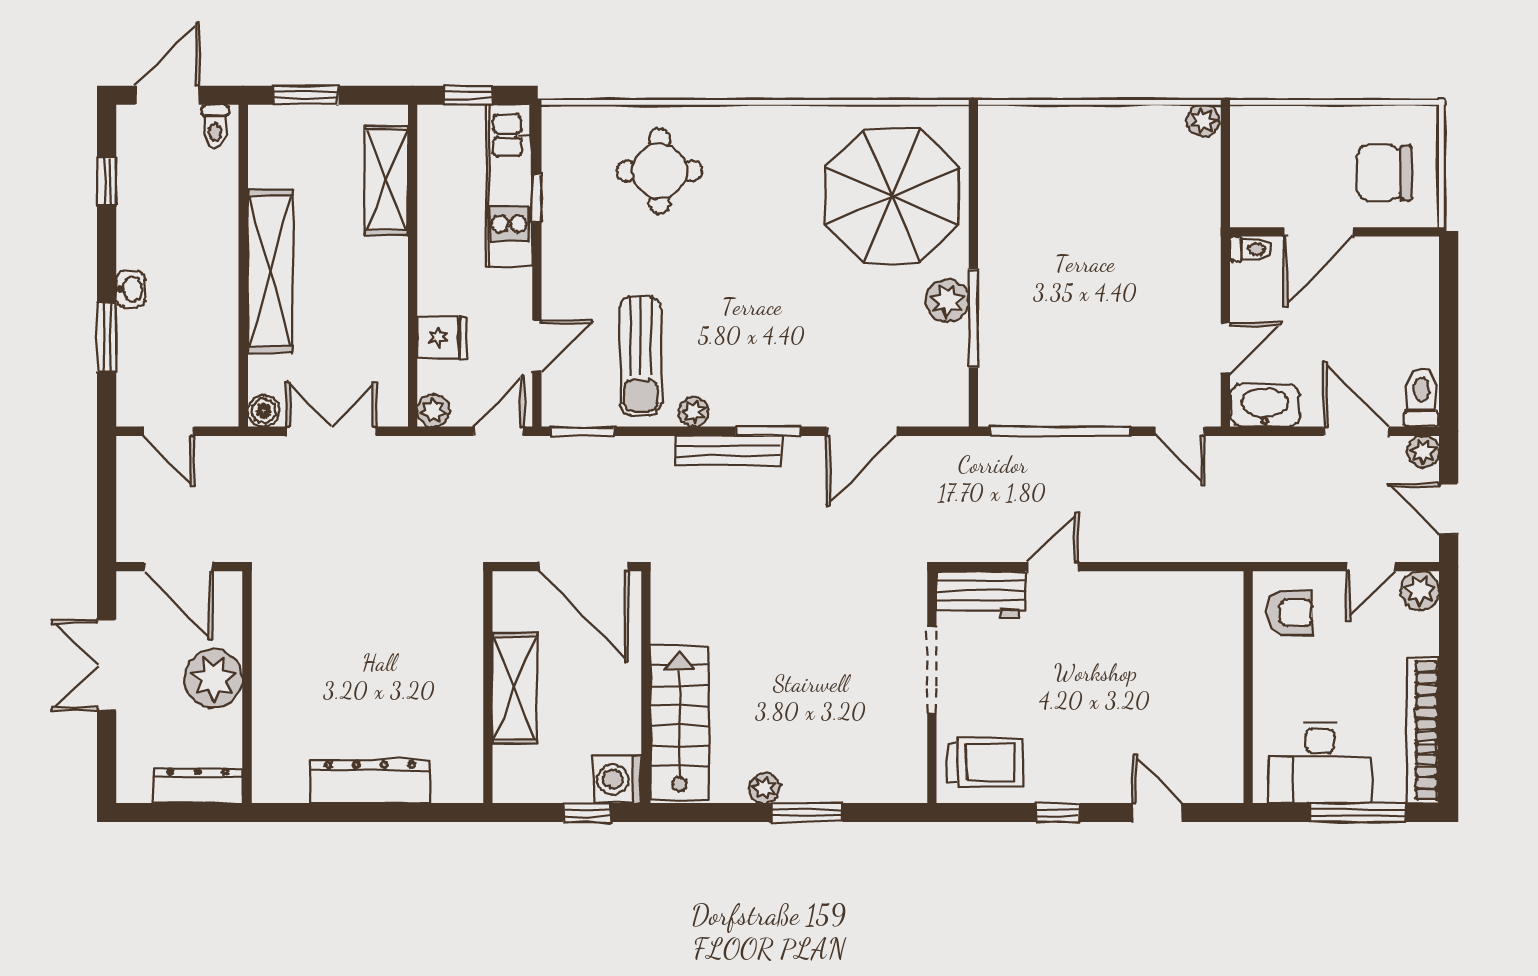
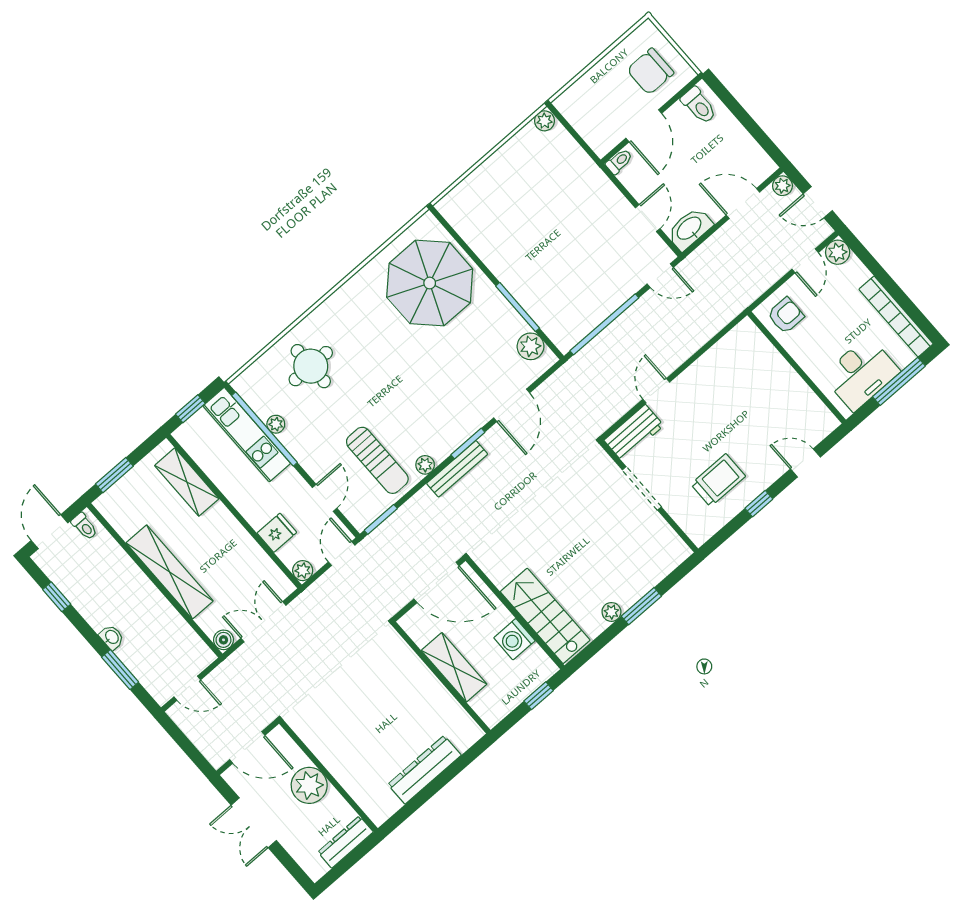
window: (537, 198) -> (265, 429), width x3.17
plant: (556, 204) -> (276, 424), added
plant: (947, 301) -> (531, 346), moved
toilet: (1422, 398) -> (699, 105), moved, turned 180
trolley: (985, 762) -> (718, 480), moved
washing machine: (618, 779) -> (514, 639), moved

